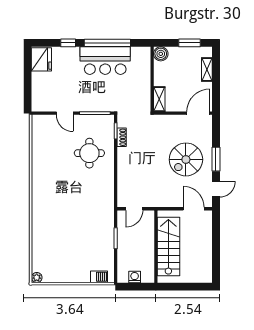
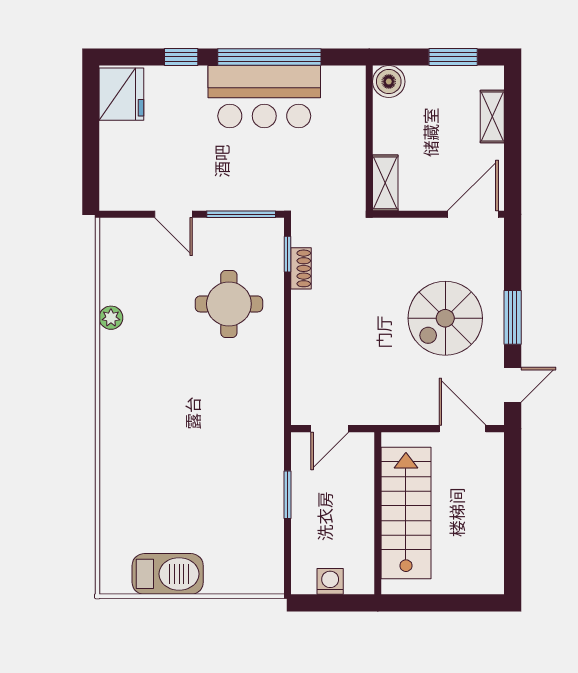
barbecue: (99, 277) -> (168, 574), moved, width x1.88, depth x1.53
plant: (37, 278) -> (111, 318), moved

